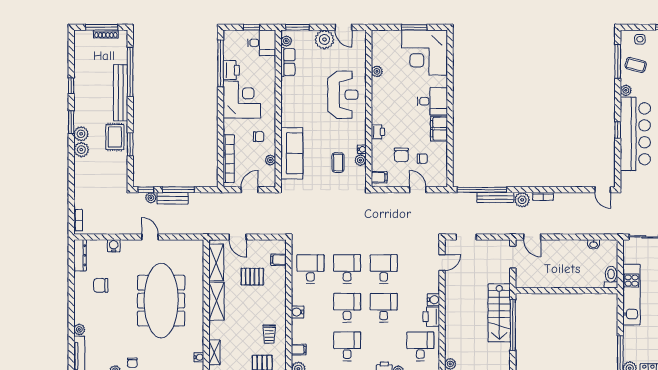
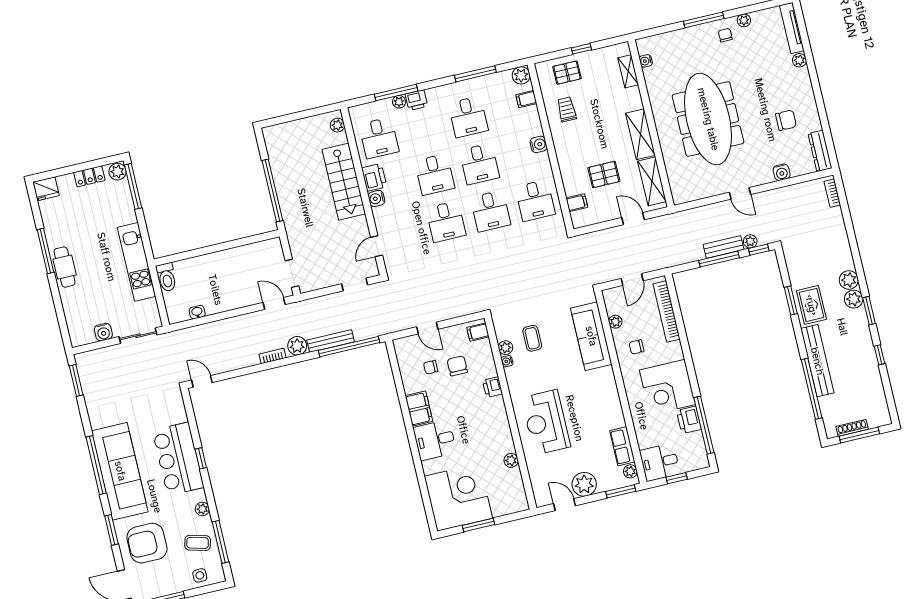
bar counter: (635, 134) -> (178, 459), width x0.73
stairs: (499, 313) -> (344, 182), moved, turned 180

